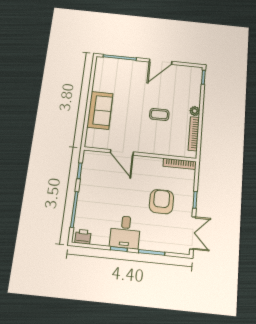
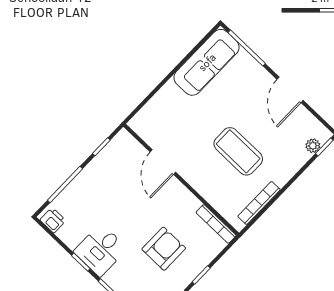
door: (161, 62) -> (290, 90), hinge flipped
sofa: (100, 110) -> (207, 62), moved, width x1.36
plant: (195, 111) -> (313, 146), moved
coffee table: (159, 115) -> (238, 151), width x1.86, depth x1.72

